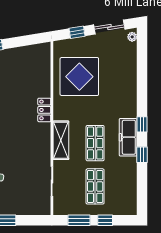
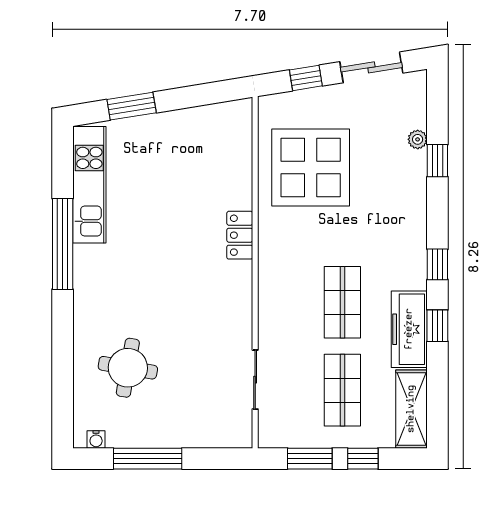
plant: (132, 37) -> (418, 139), moved
window: (142, 73) -> (437, 161), added
freezer: (128, 137) -> (409, 329), moved
shelving: (61, 140) -> (411, 409), moved

